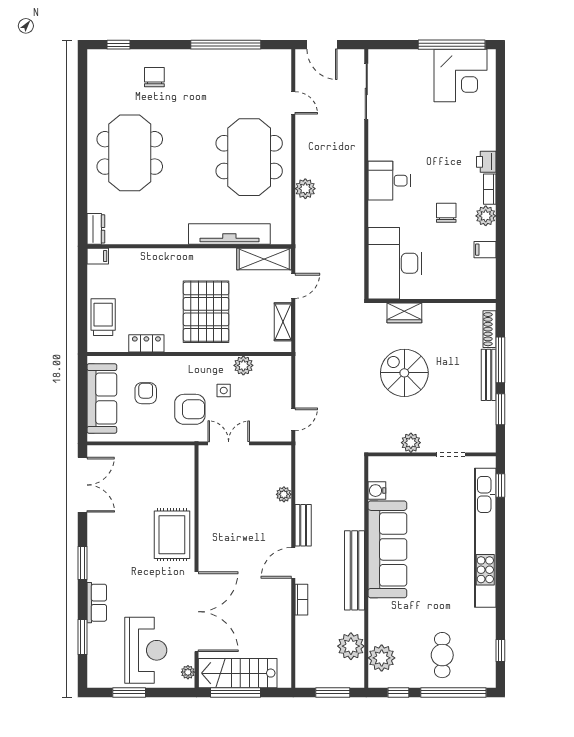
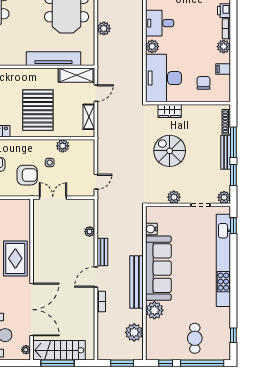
chair: (446, 213) -> (204, 83), moved
plant: (378, 216) -> (152, 46), added
plant: (486, 443) -> (224, 197), added
plant: (382, 658) -> (154, 310), moved

